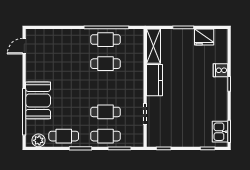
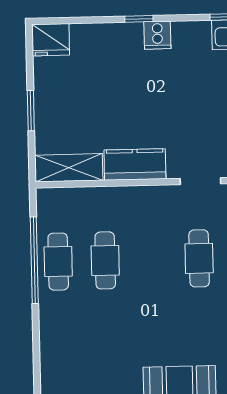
fridge: (204, 37) -> (51, 40), moved, turned 90
cooker: (221, 70) -> (157, 35), moved

